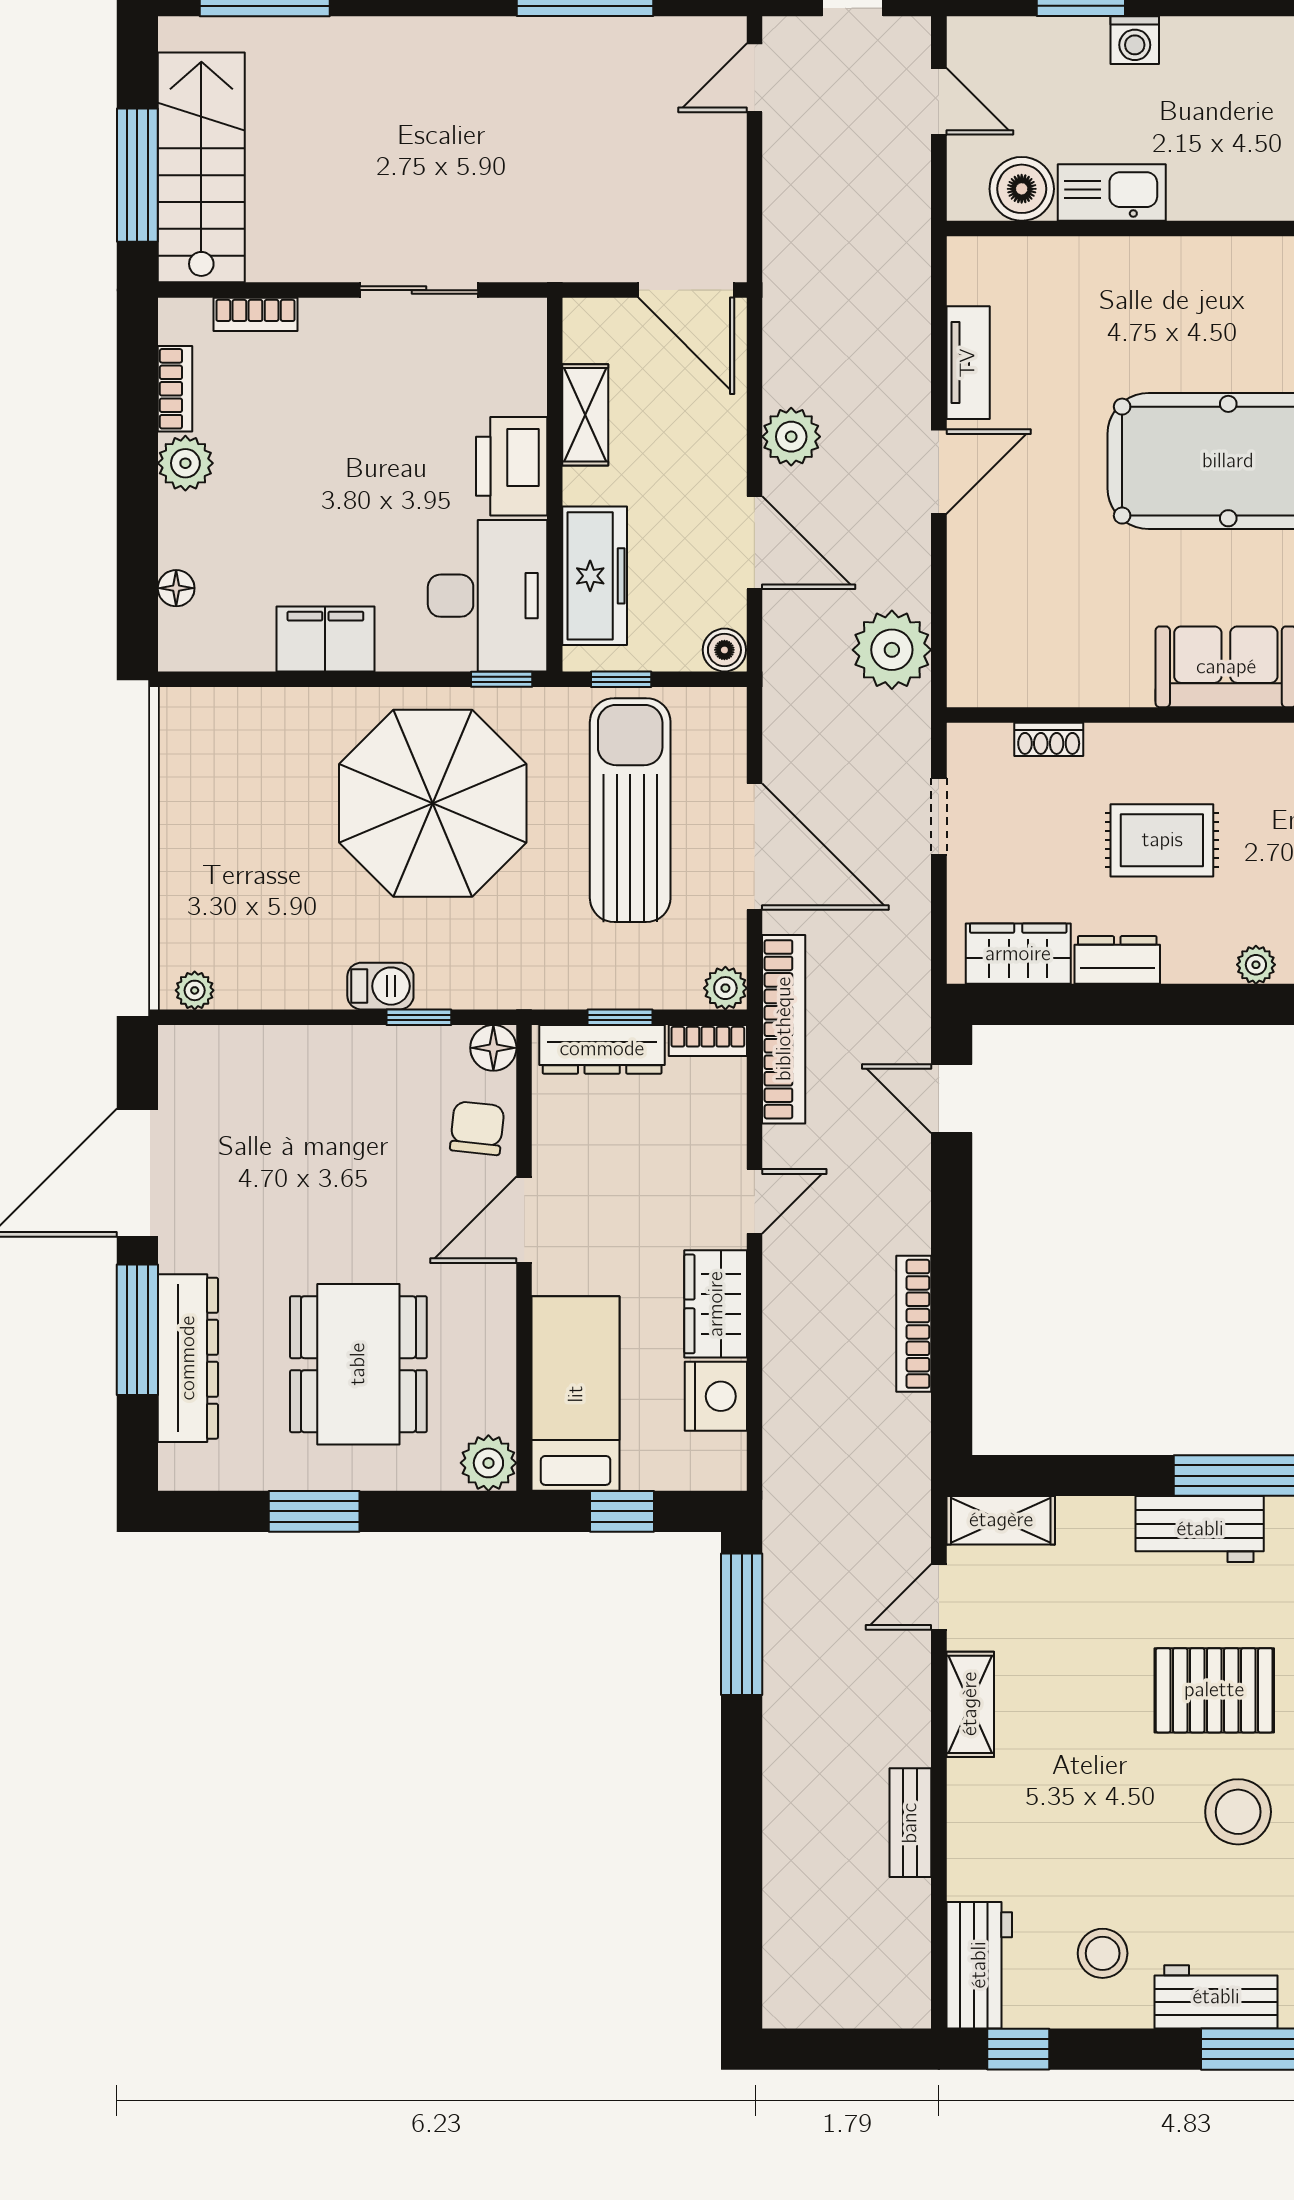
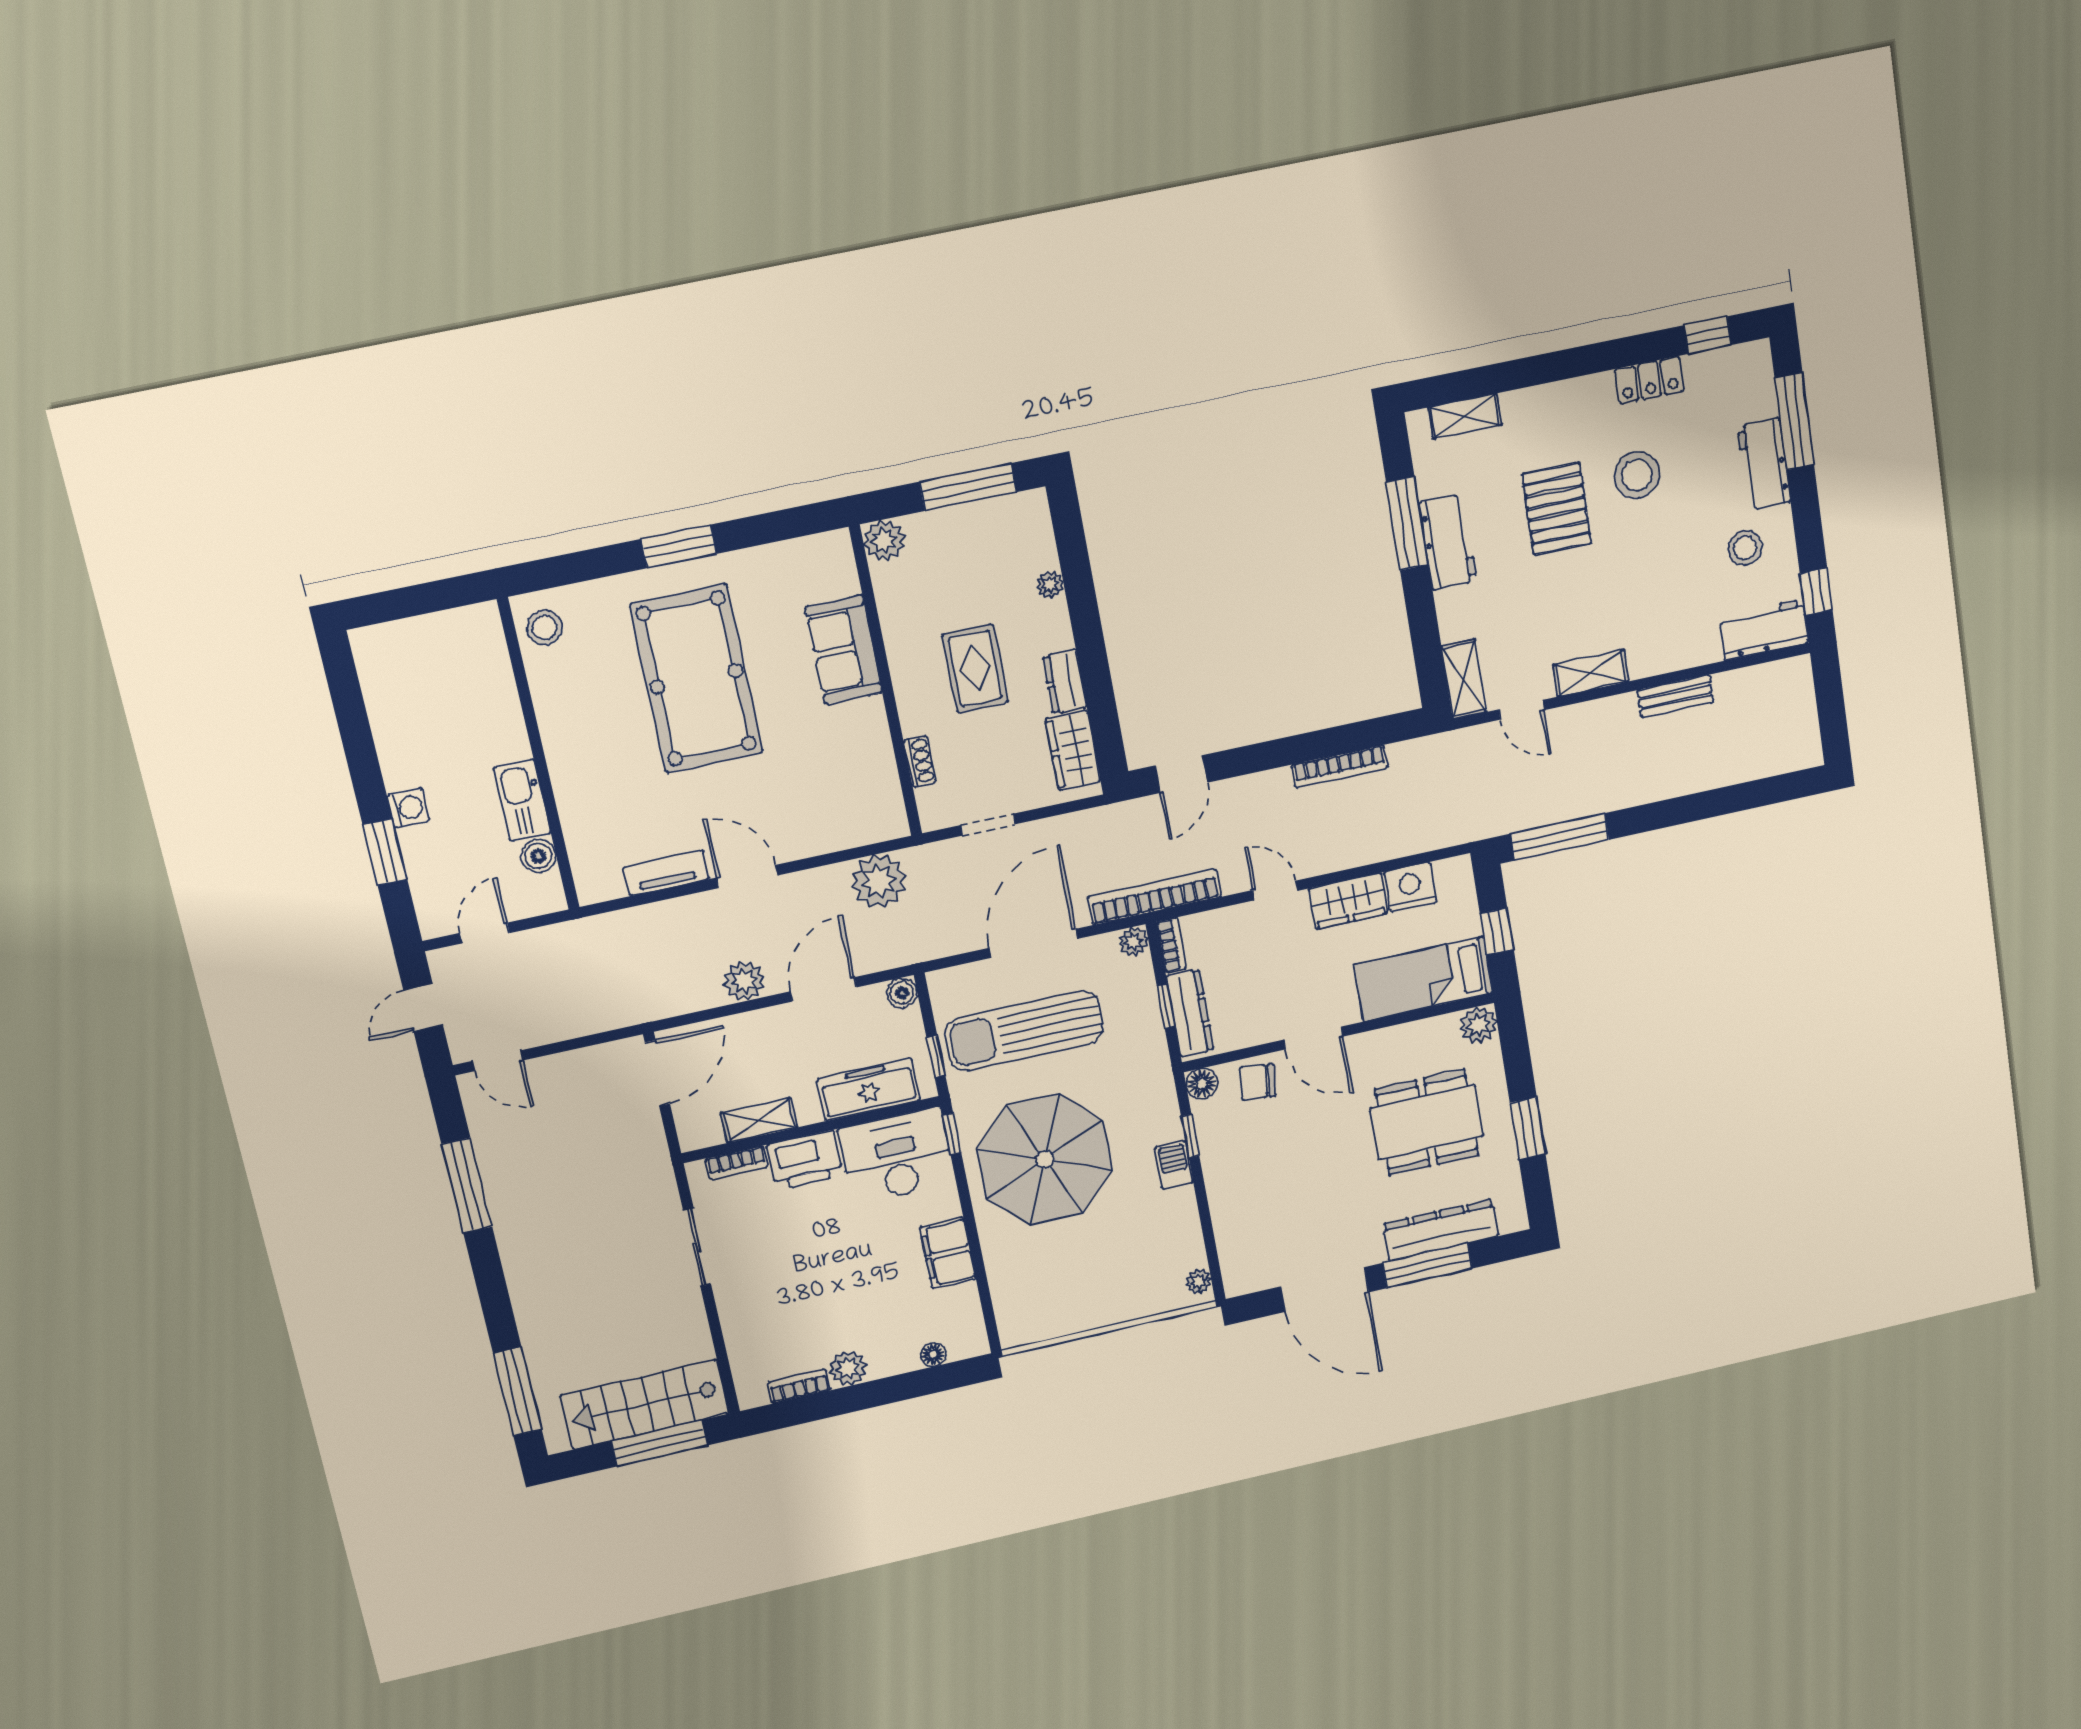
boiler: (1022, 189) -> (539, 856), width x0.73, depth x0.73
bookcase: (255, 314) -> (737, 1163), moved, turned 90

